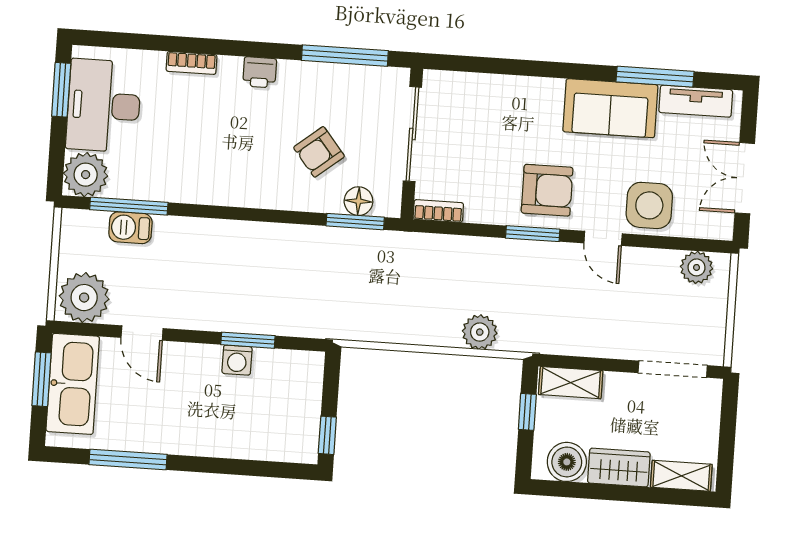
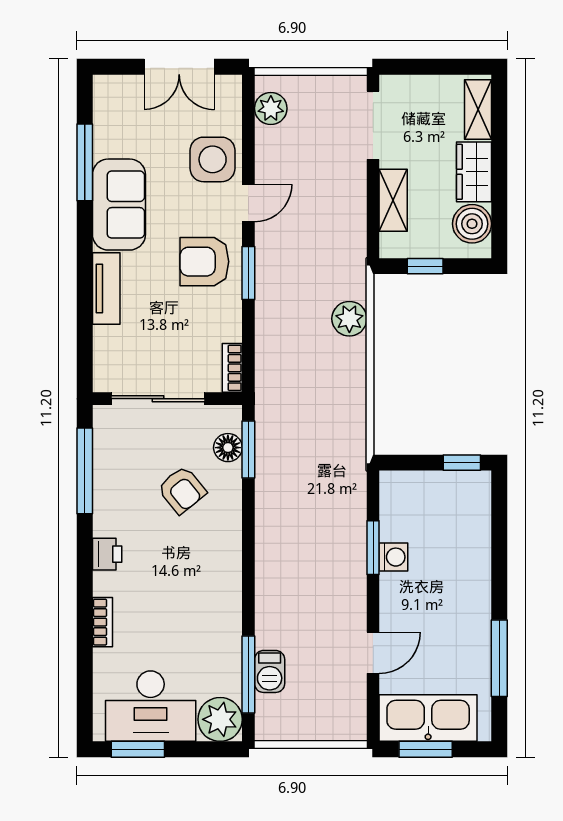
tv unit: (696, 101) -> (106, 289), moved
armchair: (547, 190) -> (204, 262), turned -90
plant: (84, 298) -> (342, 713), removed
shelving: (571, 383) -> (393, 200), moved

